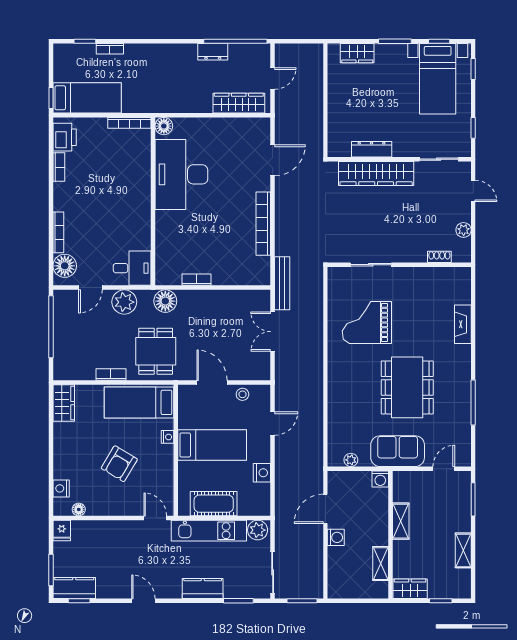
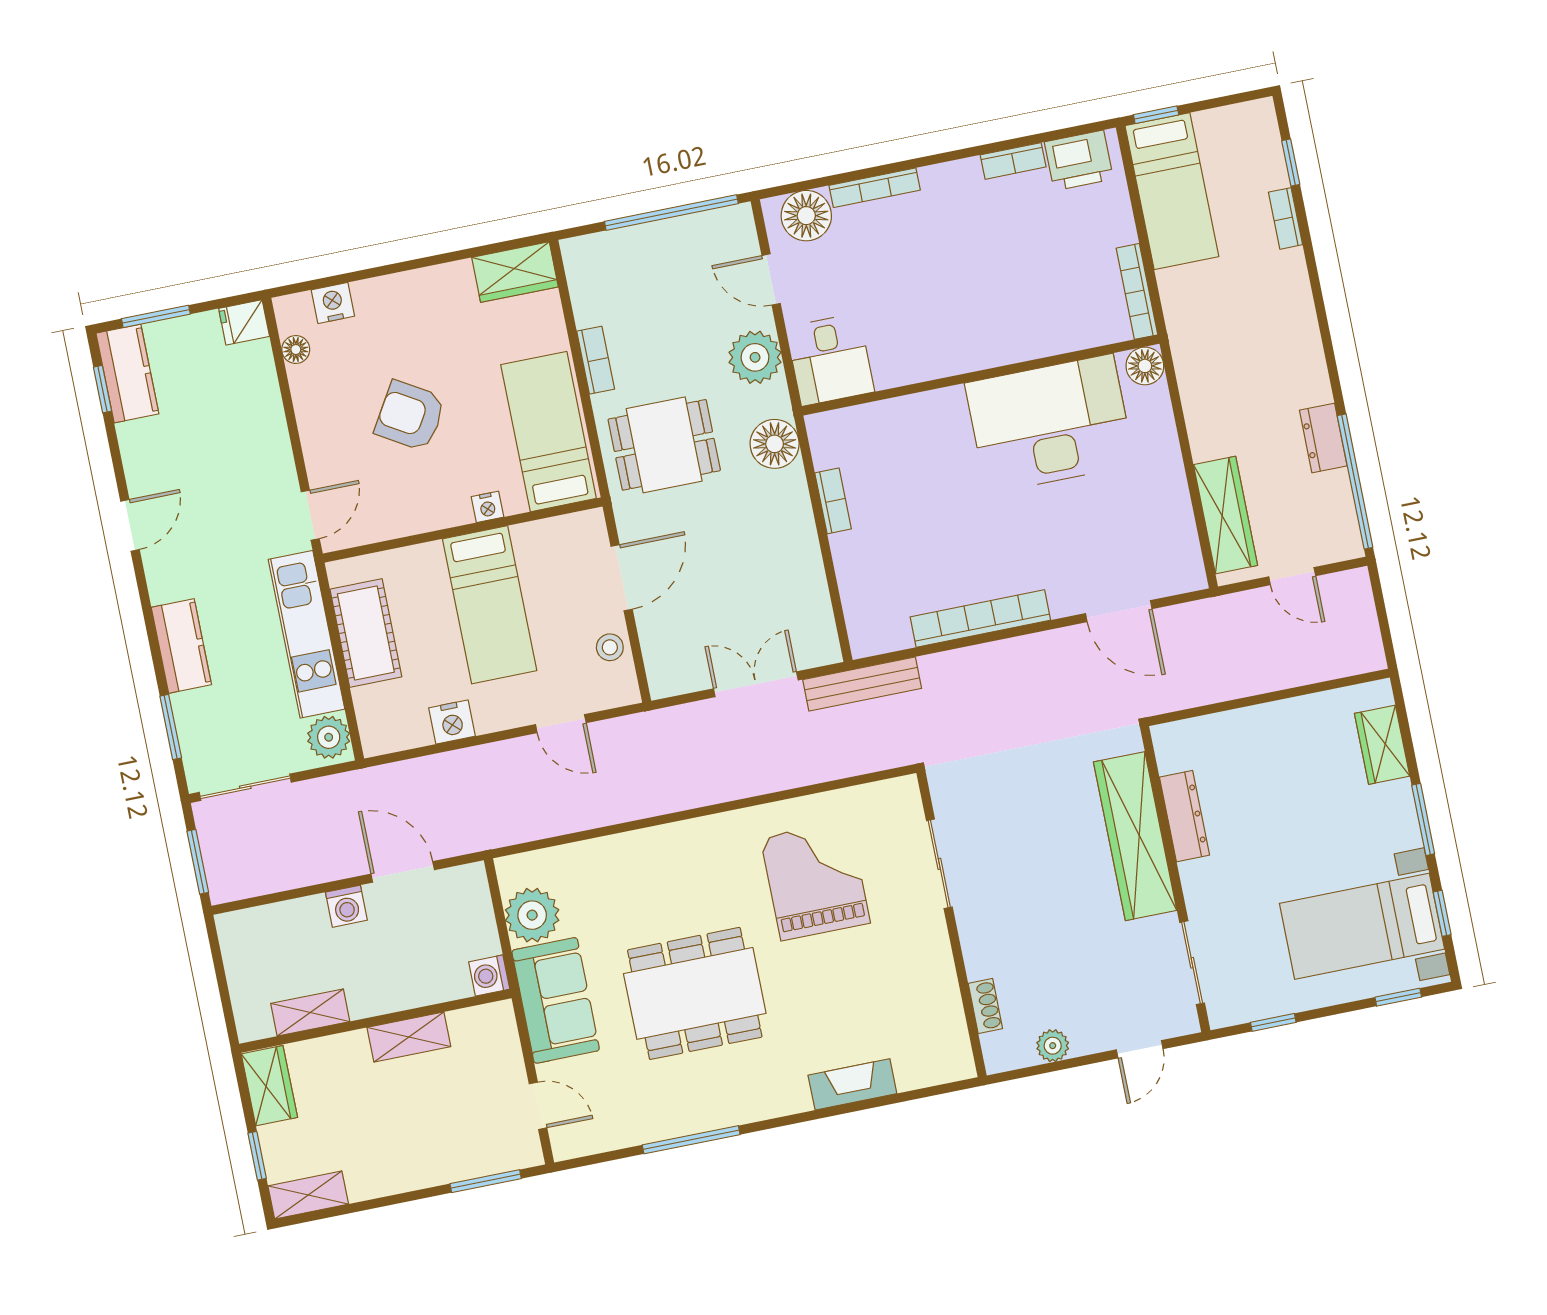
plant: (351, 460) -> (532, 915), width x1.87, depth x1.87
shelving: (463, 550) -> (308, 1195), moved

